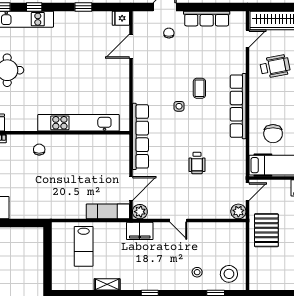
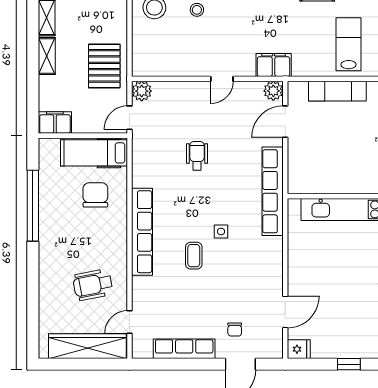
exam couch: (108, 211) -> (337, 91), moved
door: (178, 221) -> (222, 79), swing flipped

